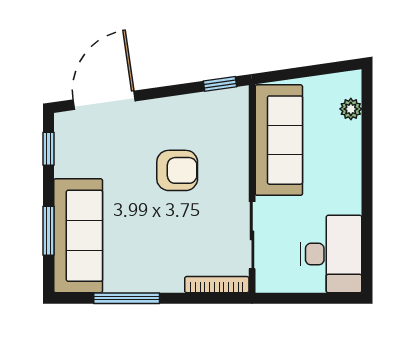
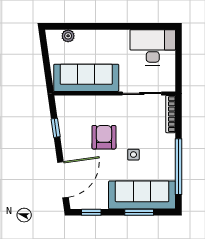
window: (220, 84) -> (56, 128), moved
door: (104, 100) -> (63, 180), swing flipped
side table: (147, 221) -> (133, 155), added
window: (127, 298) -> (179, 167), width x1.46

